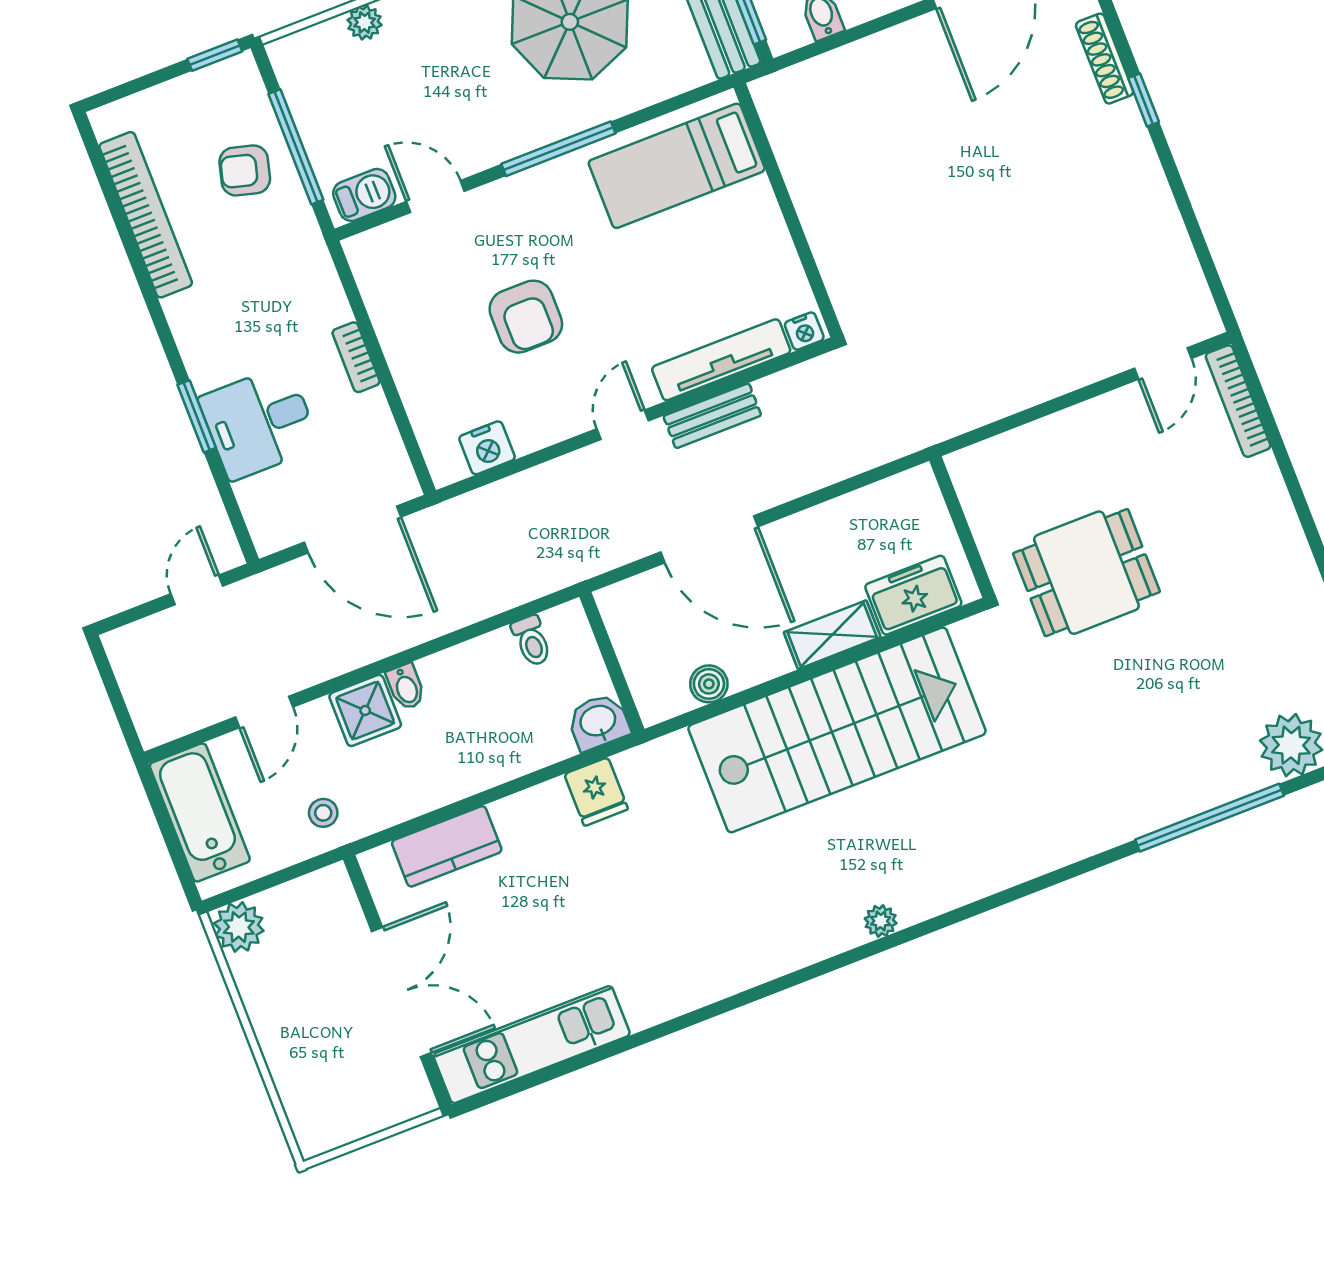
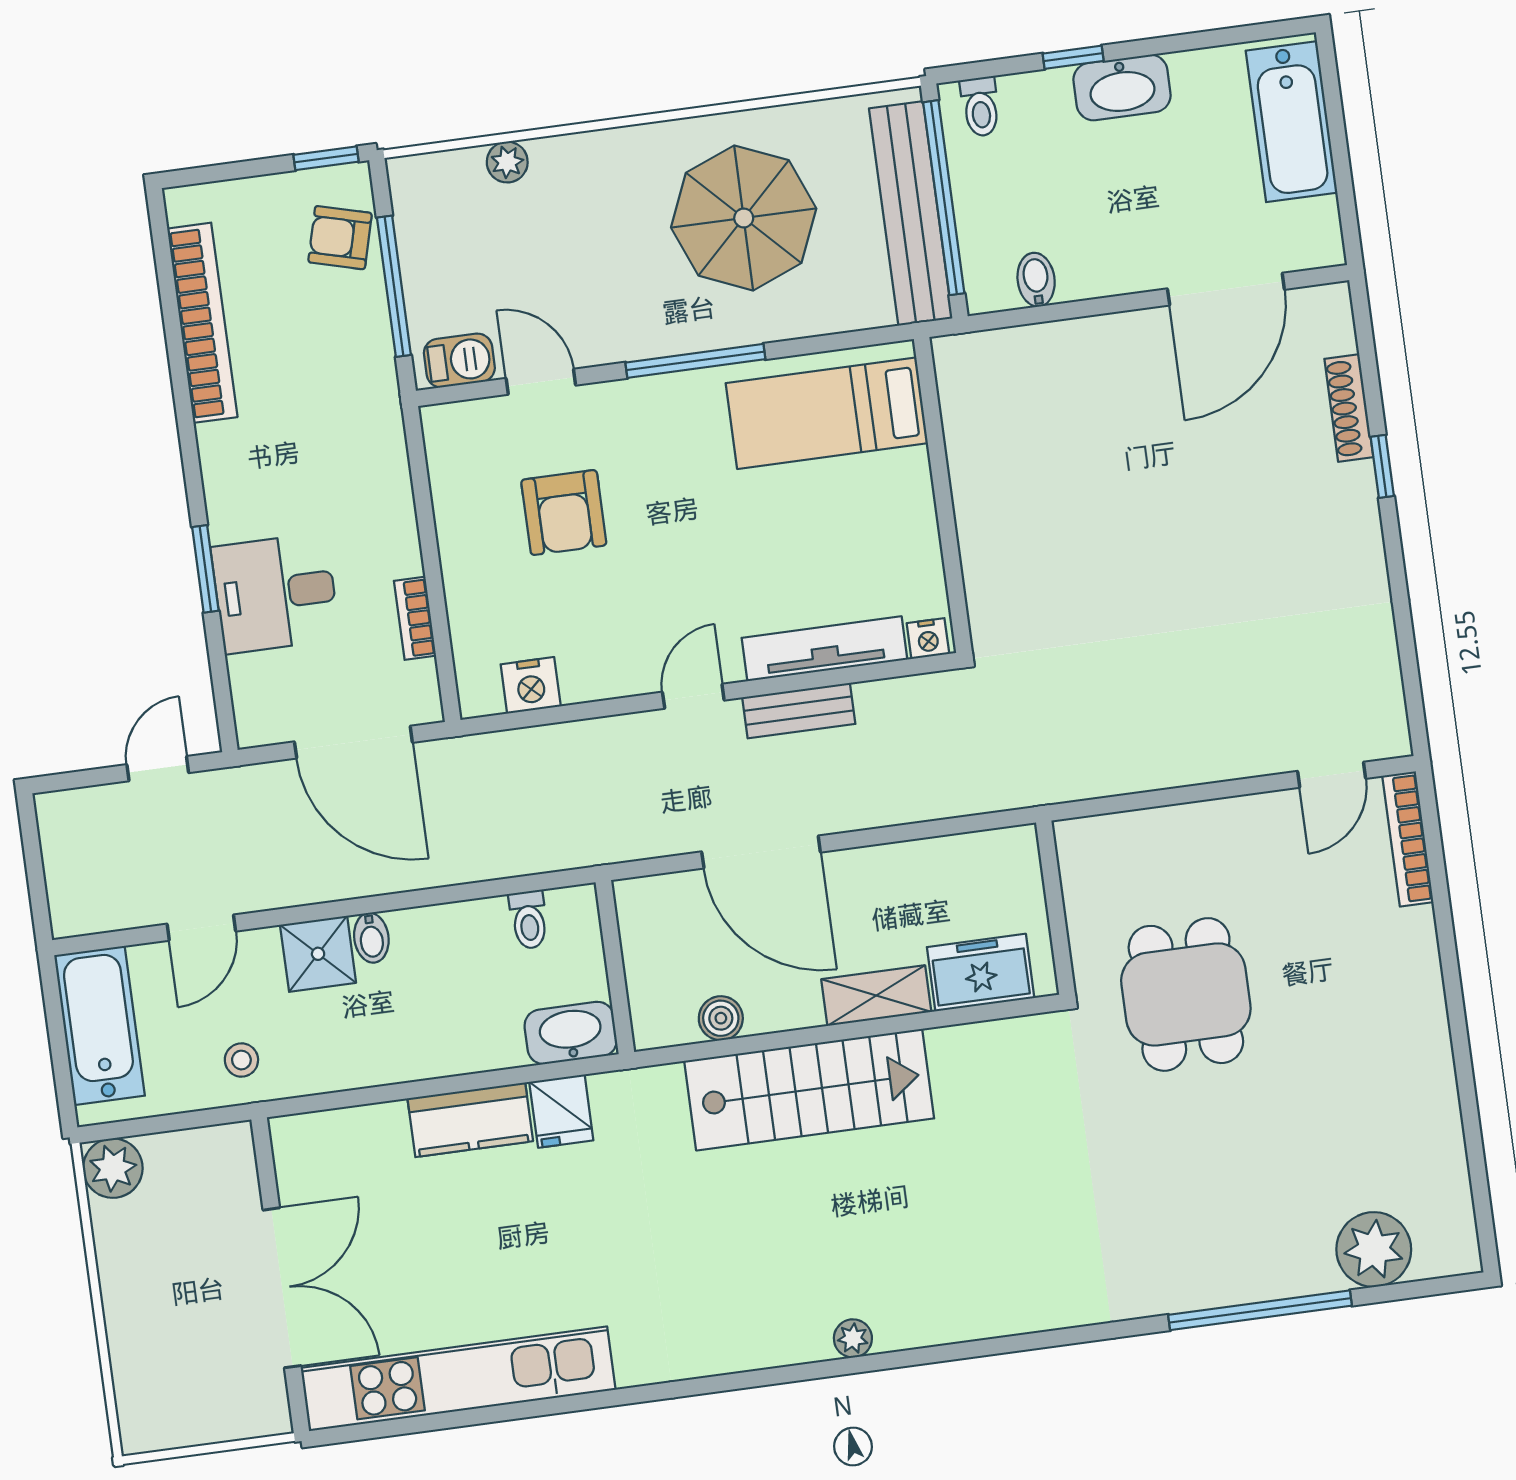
armchair: (245, 170) -> (340, 238), moved
armchair: (526, 317) -> (564, 513), moved
bookcase: (356, 357) -> (415, 618), moved
dining table: (1086, 573) -> (1186, 994), turned 90
washbasin: (598, 722) -> (571, 1033), width x1.38
stairs: (837, 730) -> (809, 1090), width x0.73, depth x0.66
kitchen counter: (447, 846) -> (470, 1120), moved
kitchen unit: (532, 1045) -> (458, 1379), width x1.36

